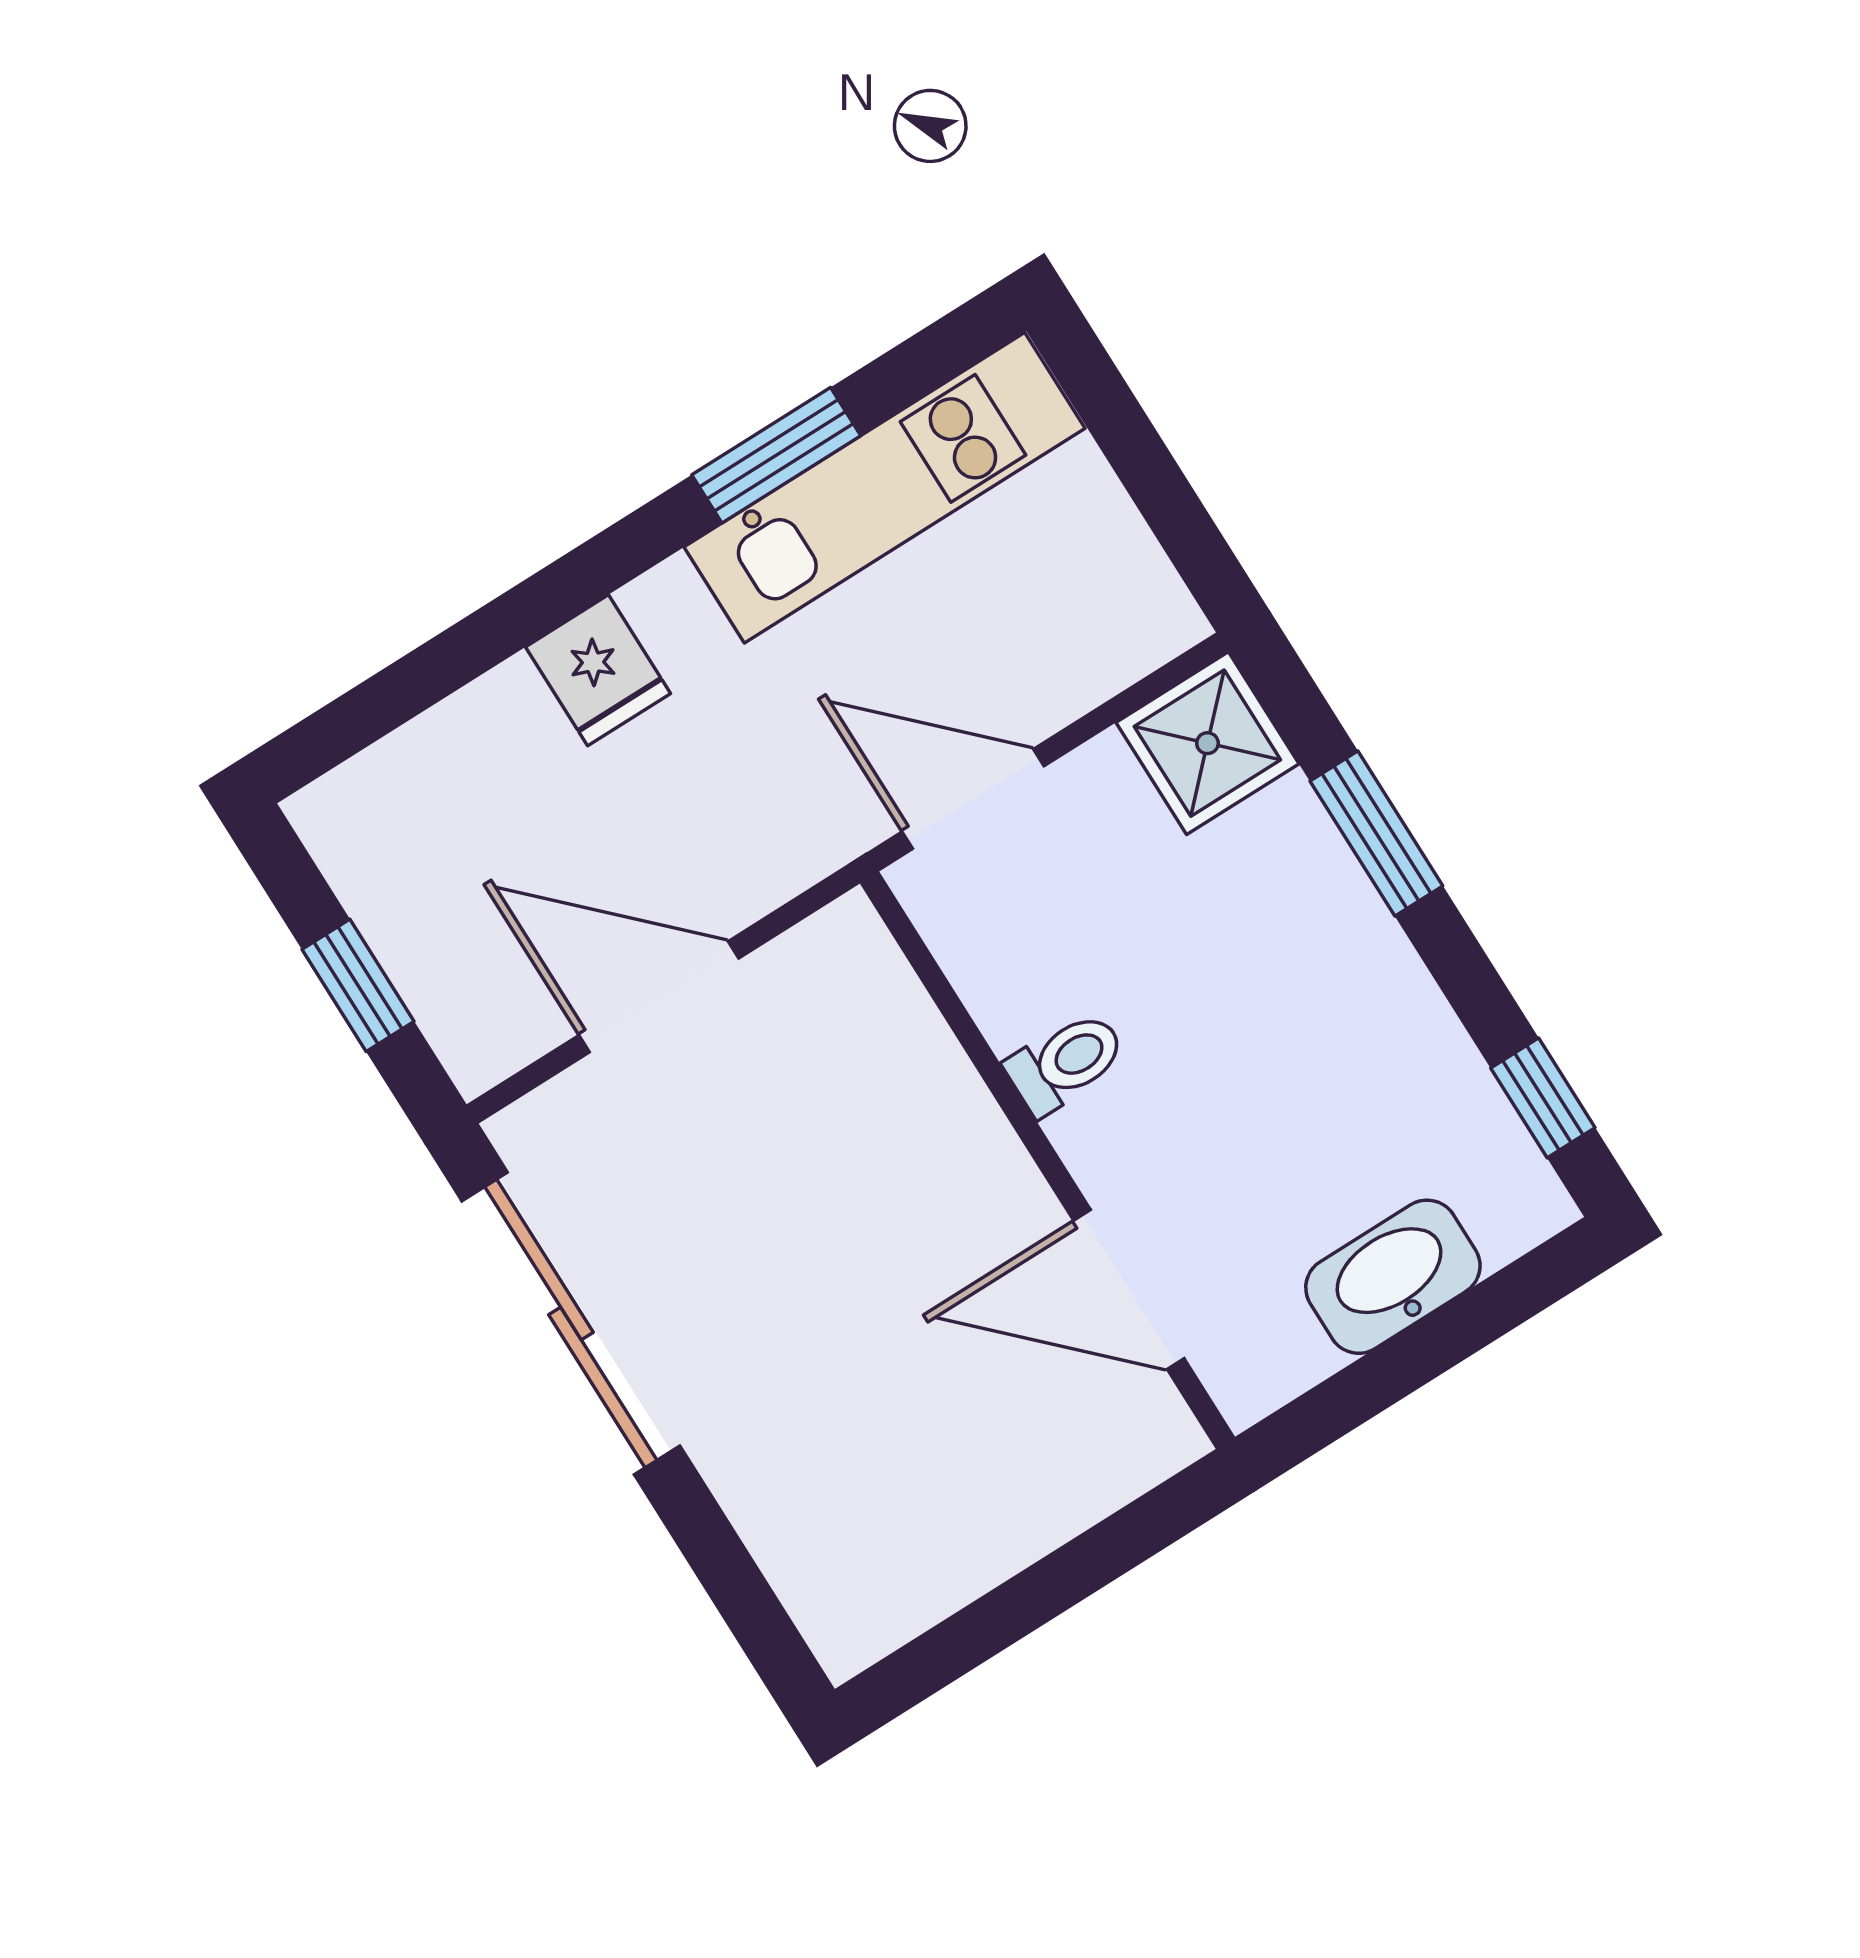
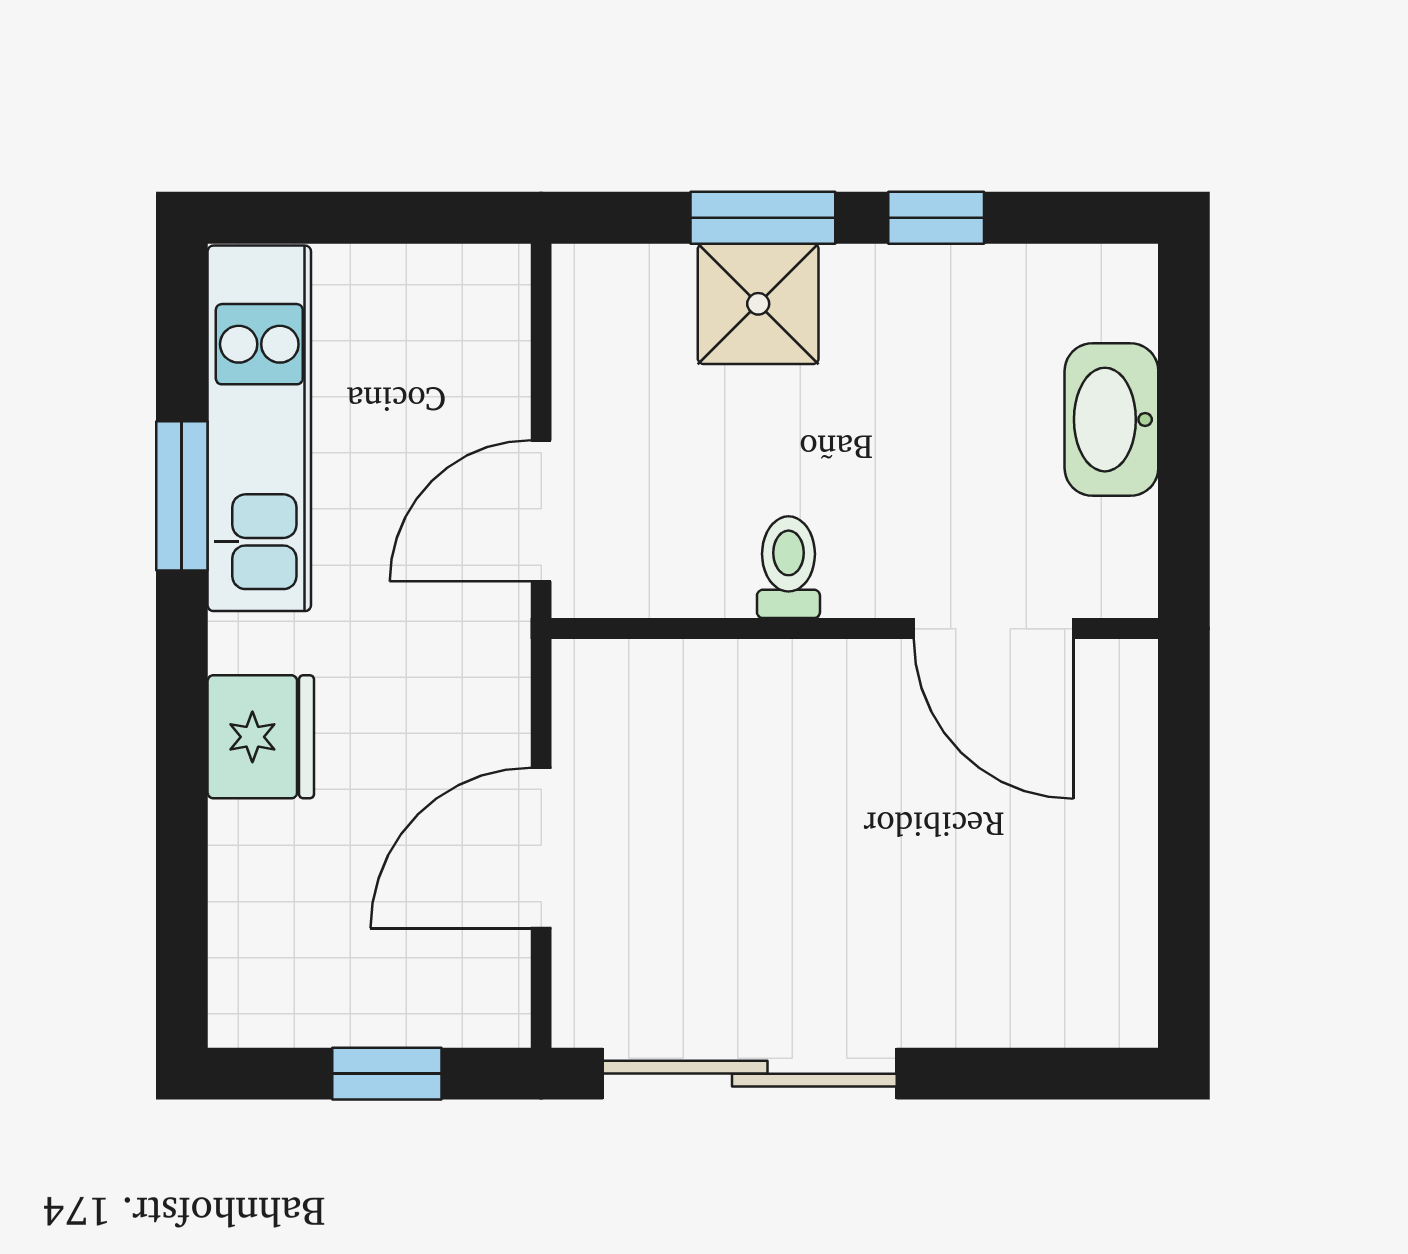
fridge: (598, 670) -> (261, 737), width x1.38
shower: (1207, 743) -> (758, 304), moved
window: (1543, 1098) -> (936, 218), moved
door: (1129, 1290) -> (994, 629), hinge flipped

